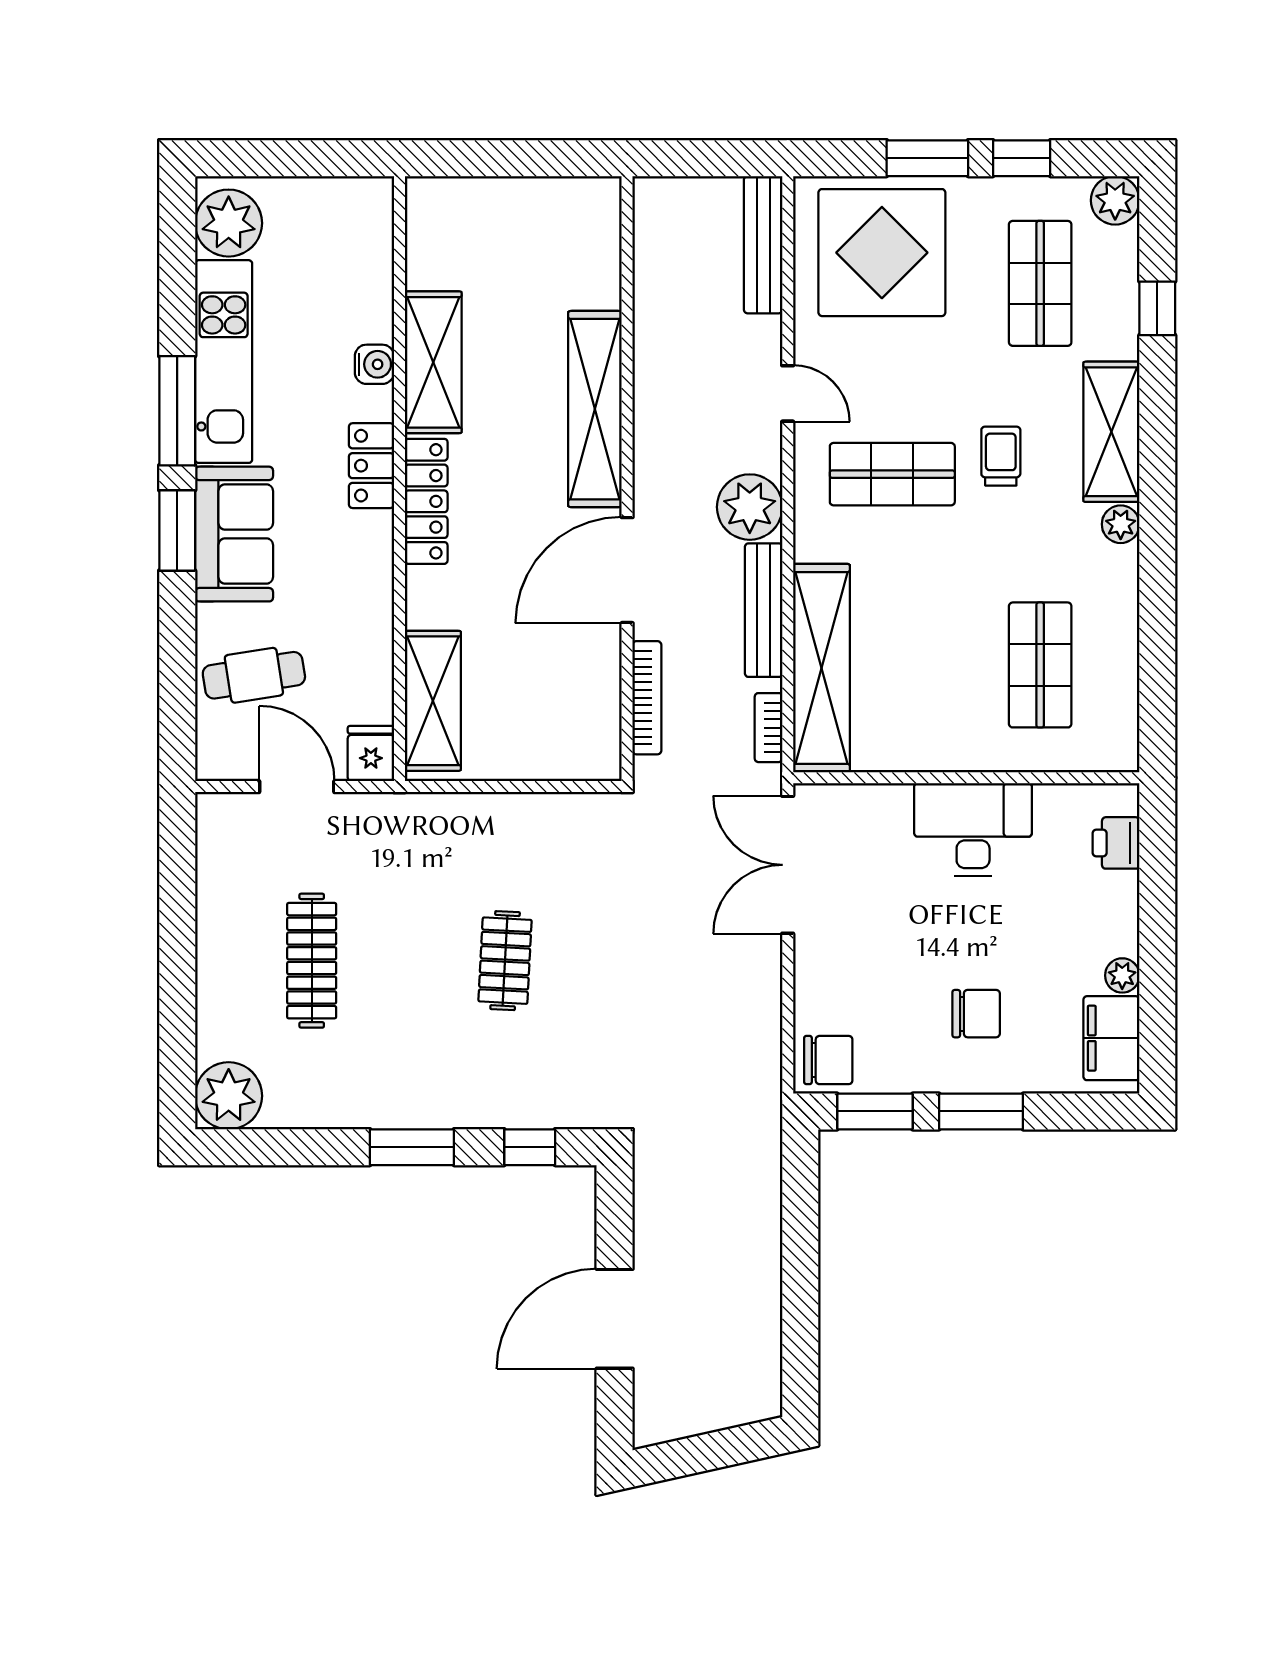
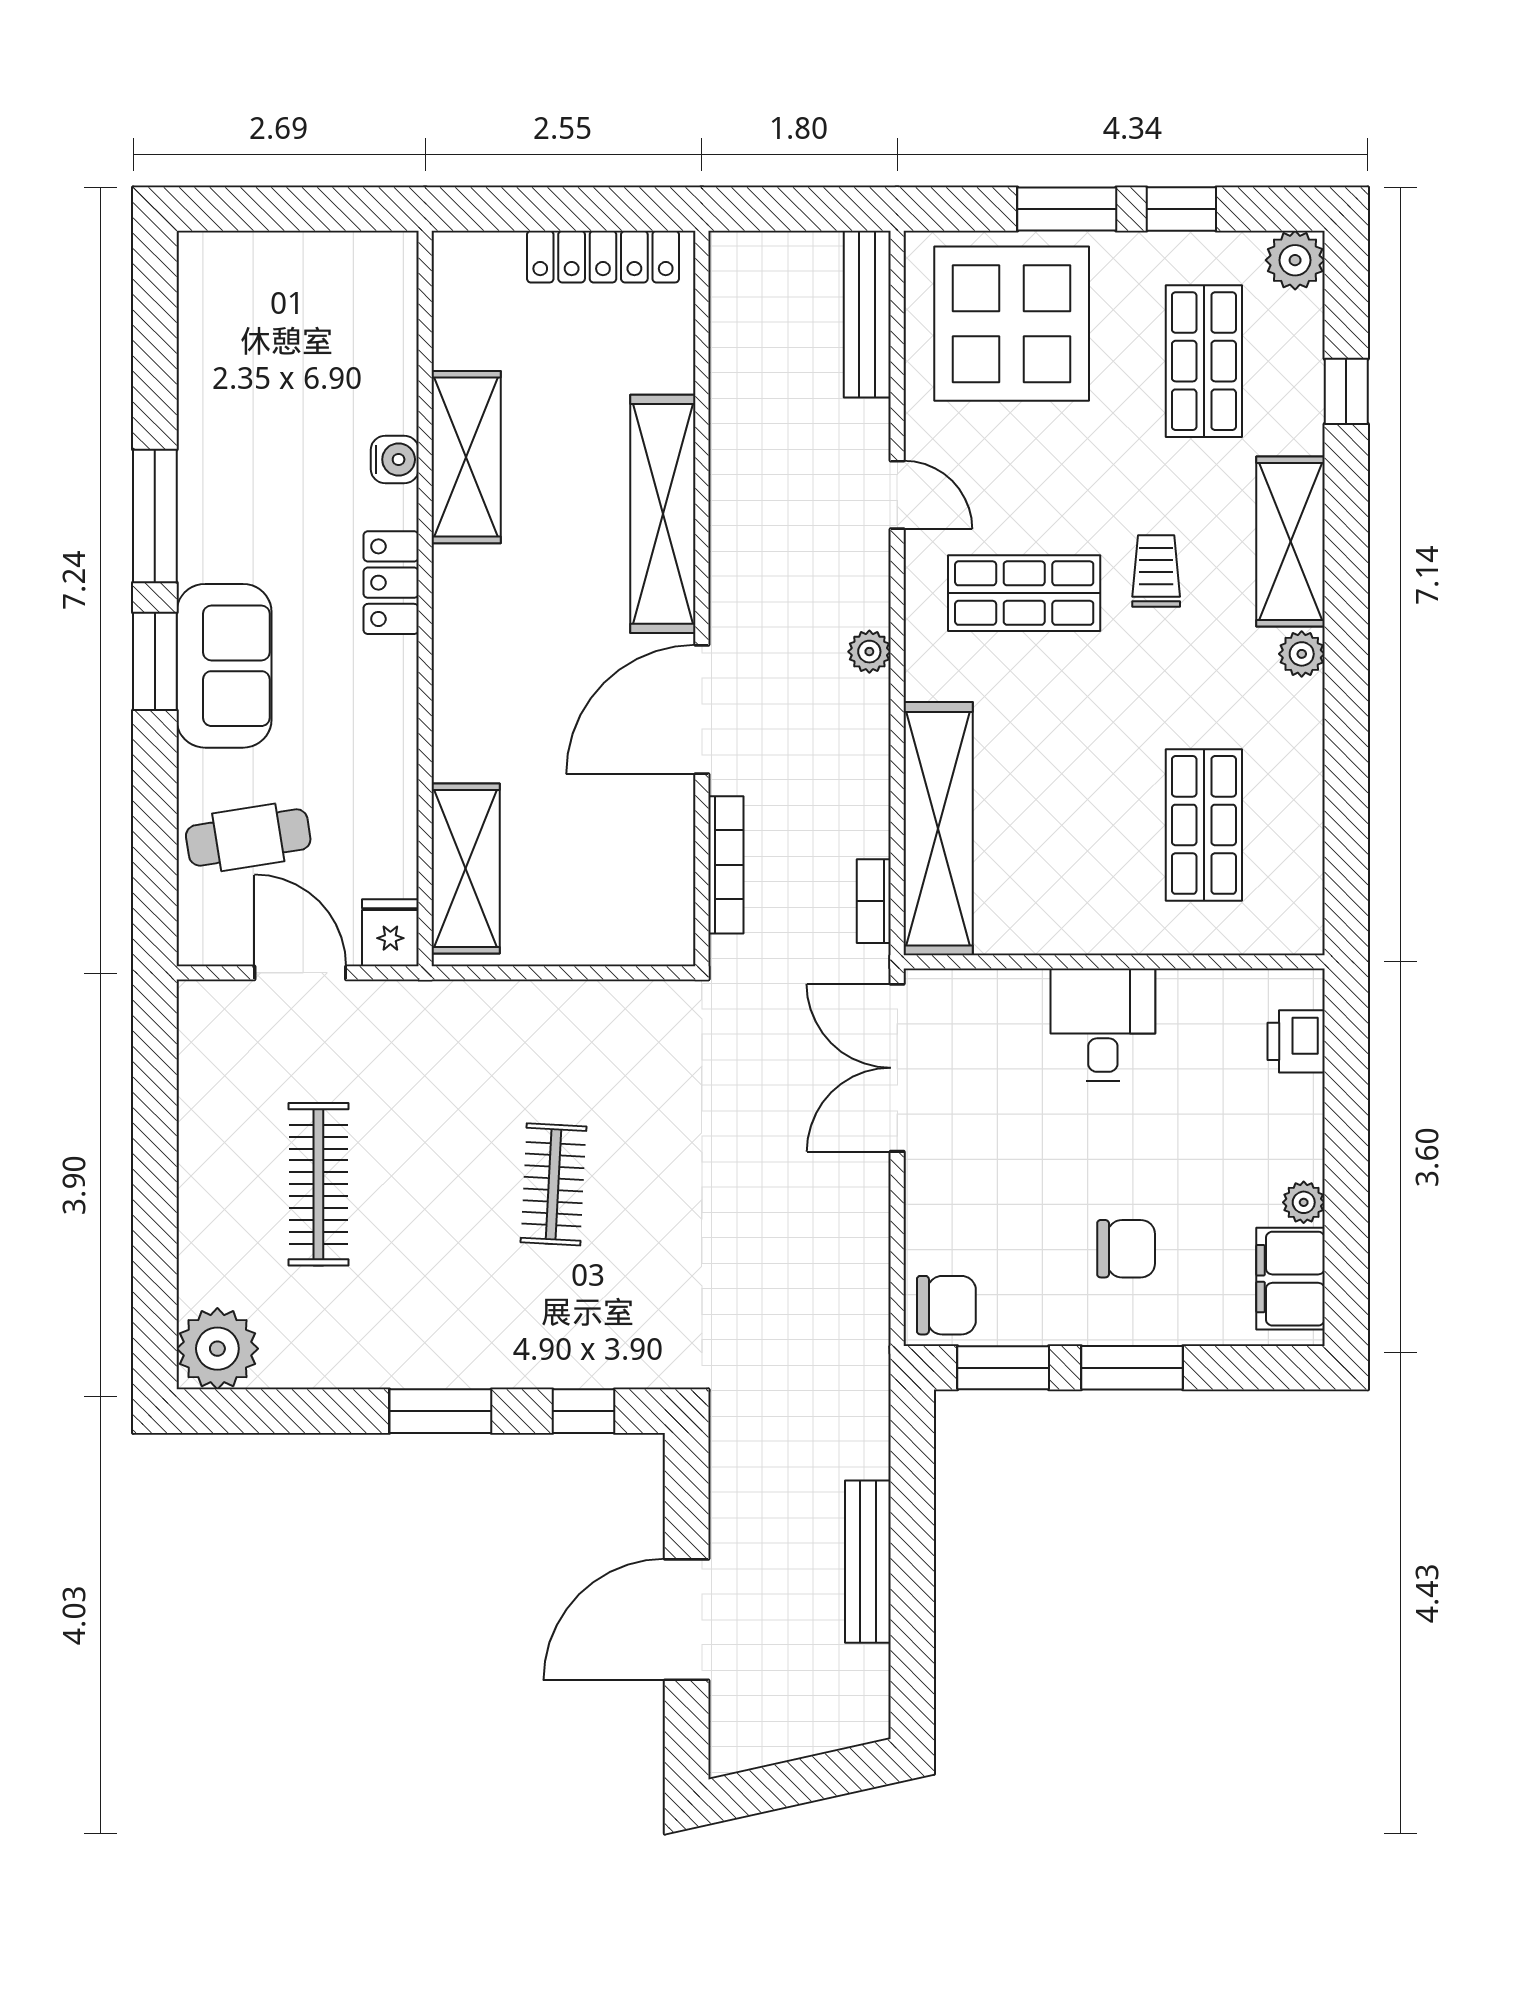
plant: (229, 223) -> (217, 288), removed
kitchen unit: (224, 362) -> (211, 456), removed
locker: (426, 501) -> (603, 257), moved, turned 90
plant: (750, 507) -> (869, 652), width x0.53, depth x0.53
bench: (764, 610) -> (868, 1562), moved
desk: (973, 829) -> (1103, 1025), width x0.73

